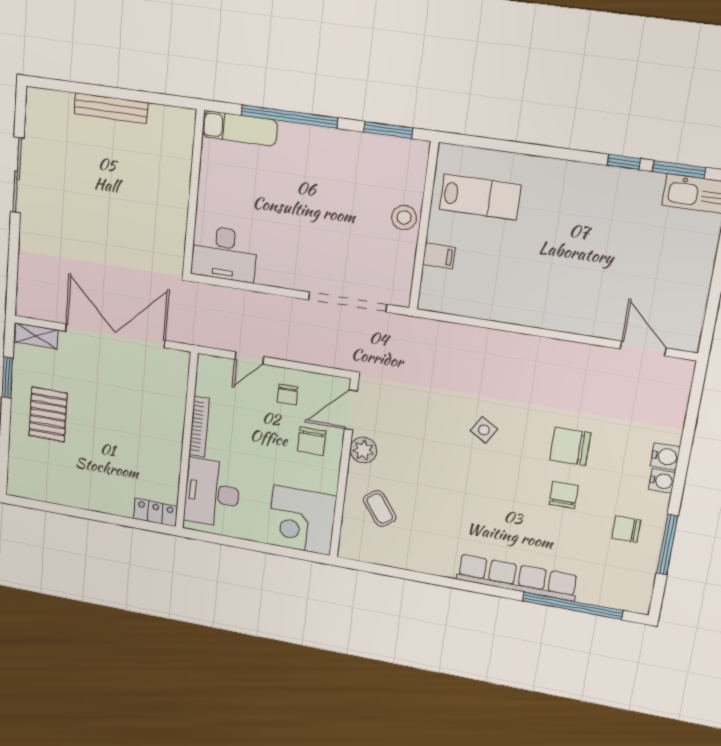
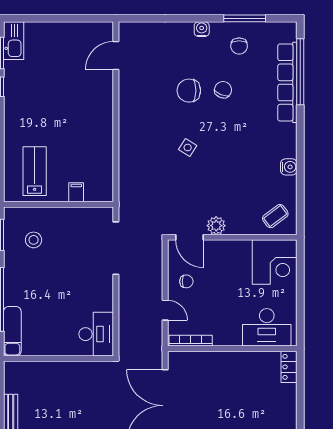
stool: (404, 218) -> (34, 240), moved
bookcase: (199, 427) -> (191, 341), moved
chair: (312, 441) -> (216, 261), removed
chair: (570, 446) -> (189, 91), turned 90
water cooler: (665, 456) -> (289, 167), moved, turned 90
chair: (563, 495) -> (223, 90), turned 112
coffee table: (380, 508) -> (275, 216), moved
row of seats: (517, 578) -> (287, 82), moved

